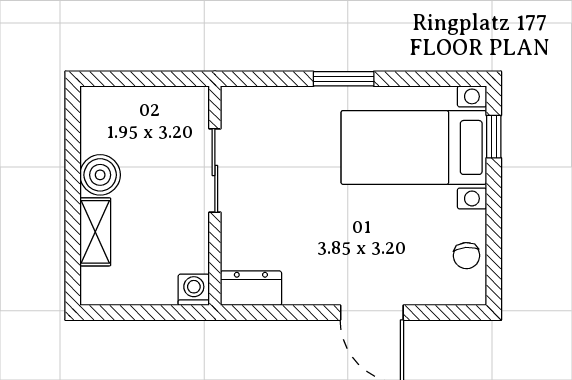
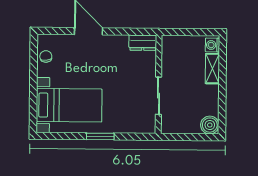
window: (494, 137) -> (33, 110), removed
boiler: (100, 175) -> (210, 125), moved
washing machine: (194, 290) -> (213, 45), moved, turned 90

